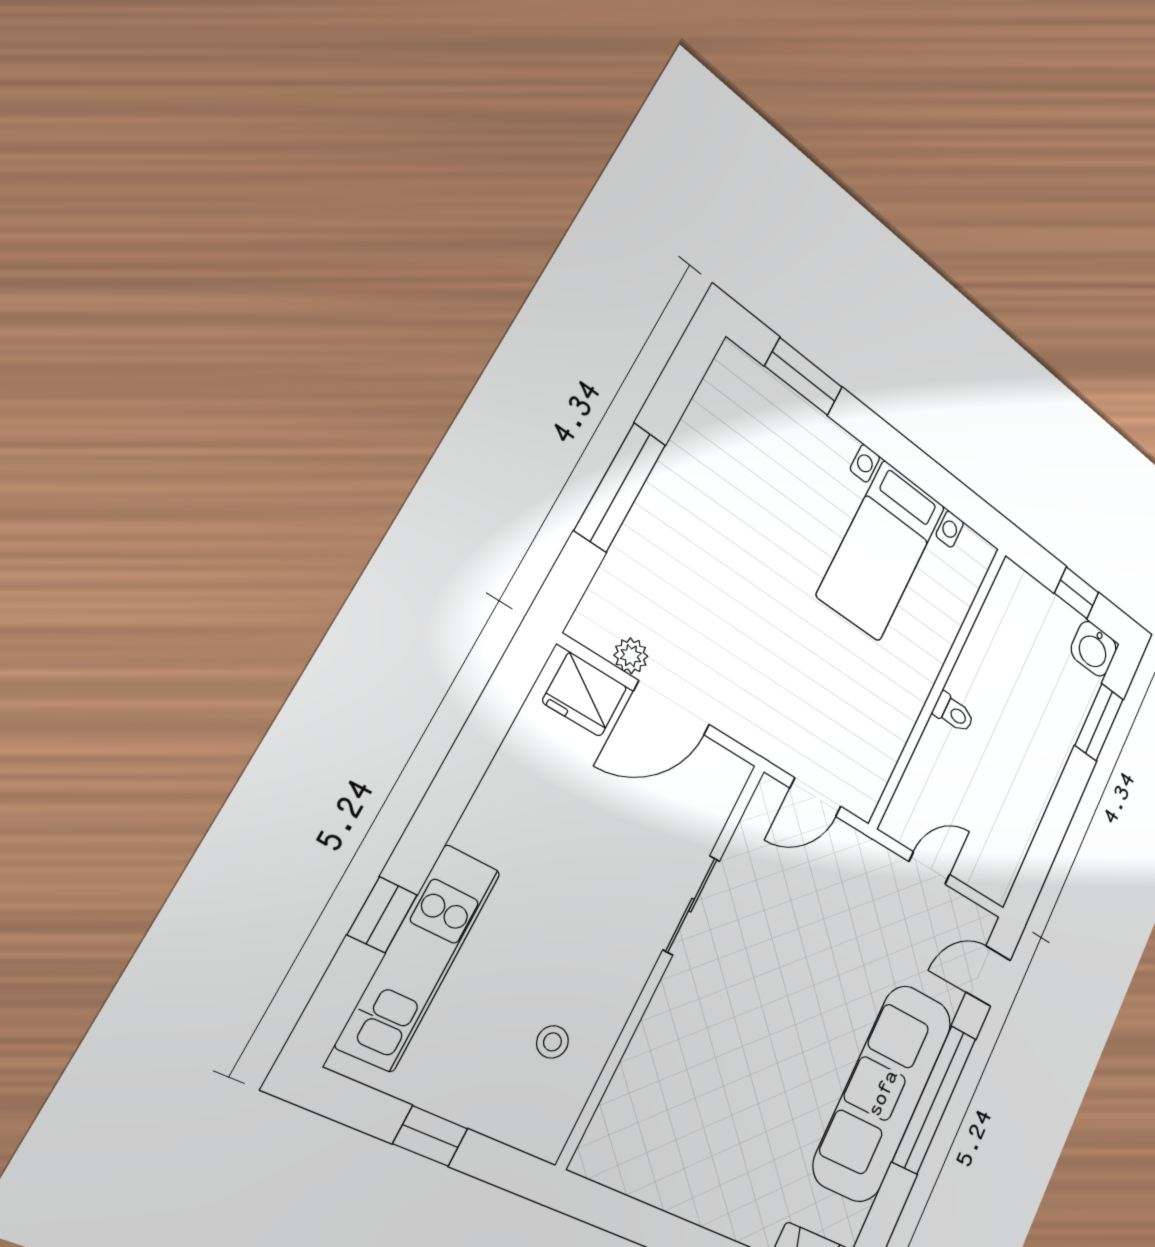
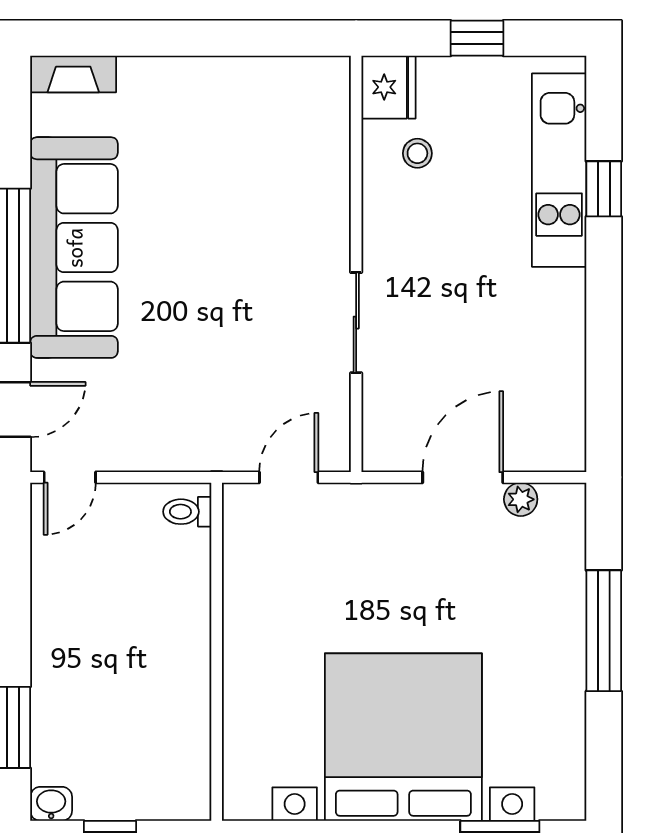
bed with nightstands: (881, 551) -> (403, 737), width x1.85
washbasin: (1094, 649) -> (51, 804), width x0.72, depth x0.69
fridge: (585, 694) -> (389, 87), moved, turned 90
toilet: (954, 713) -> (187, 512), moved
door: (929, 868) -> (70, 477), moved

